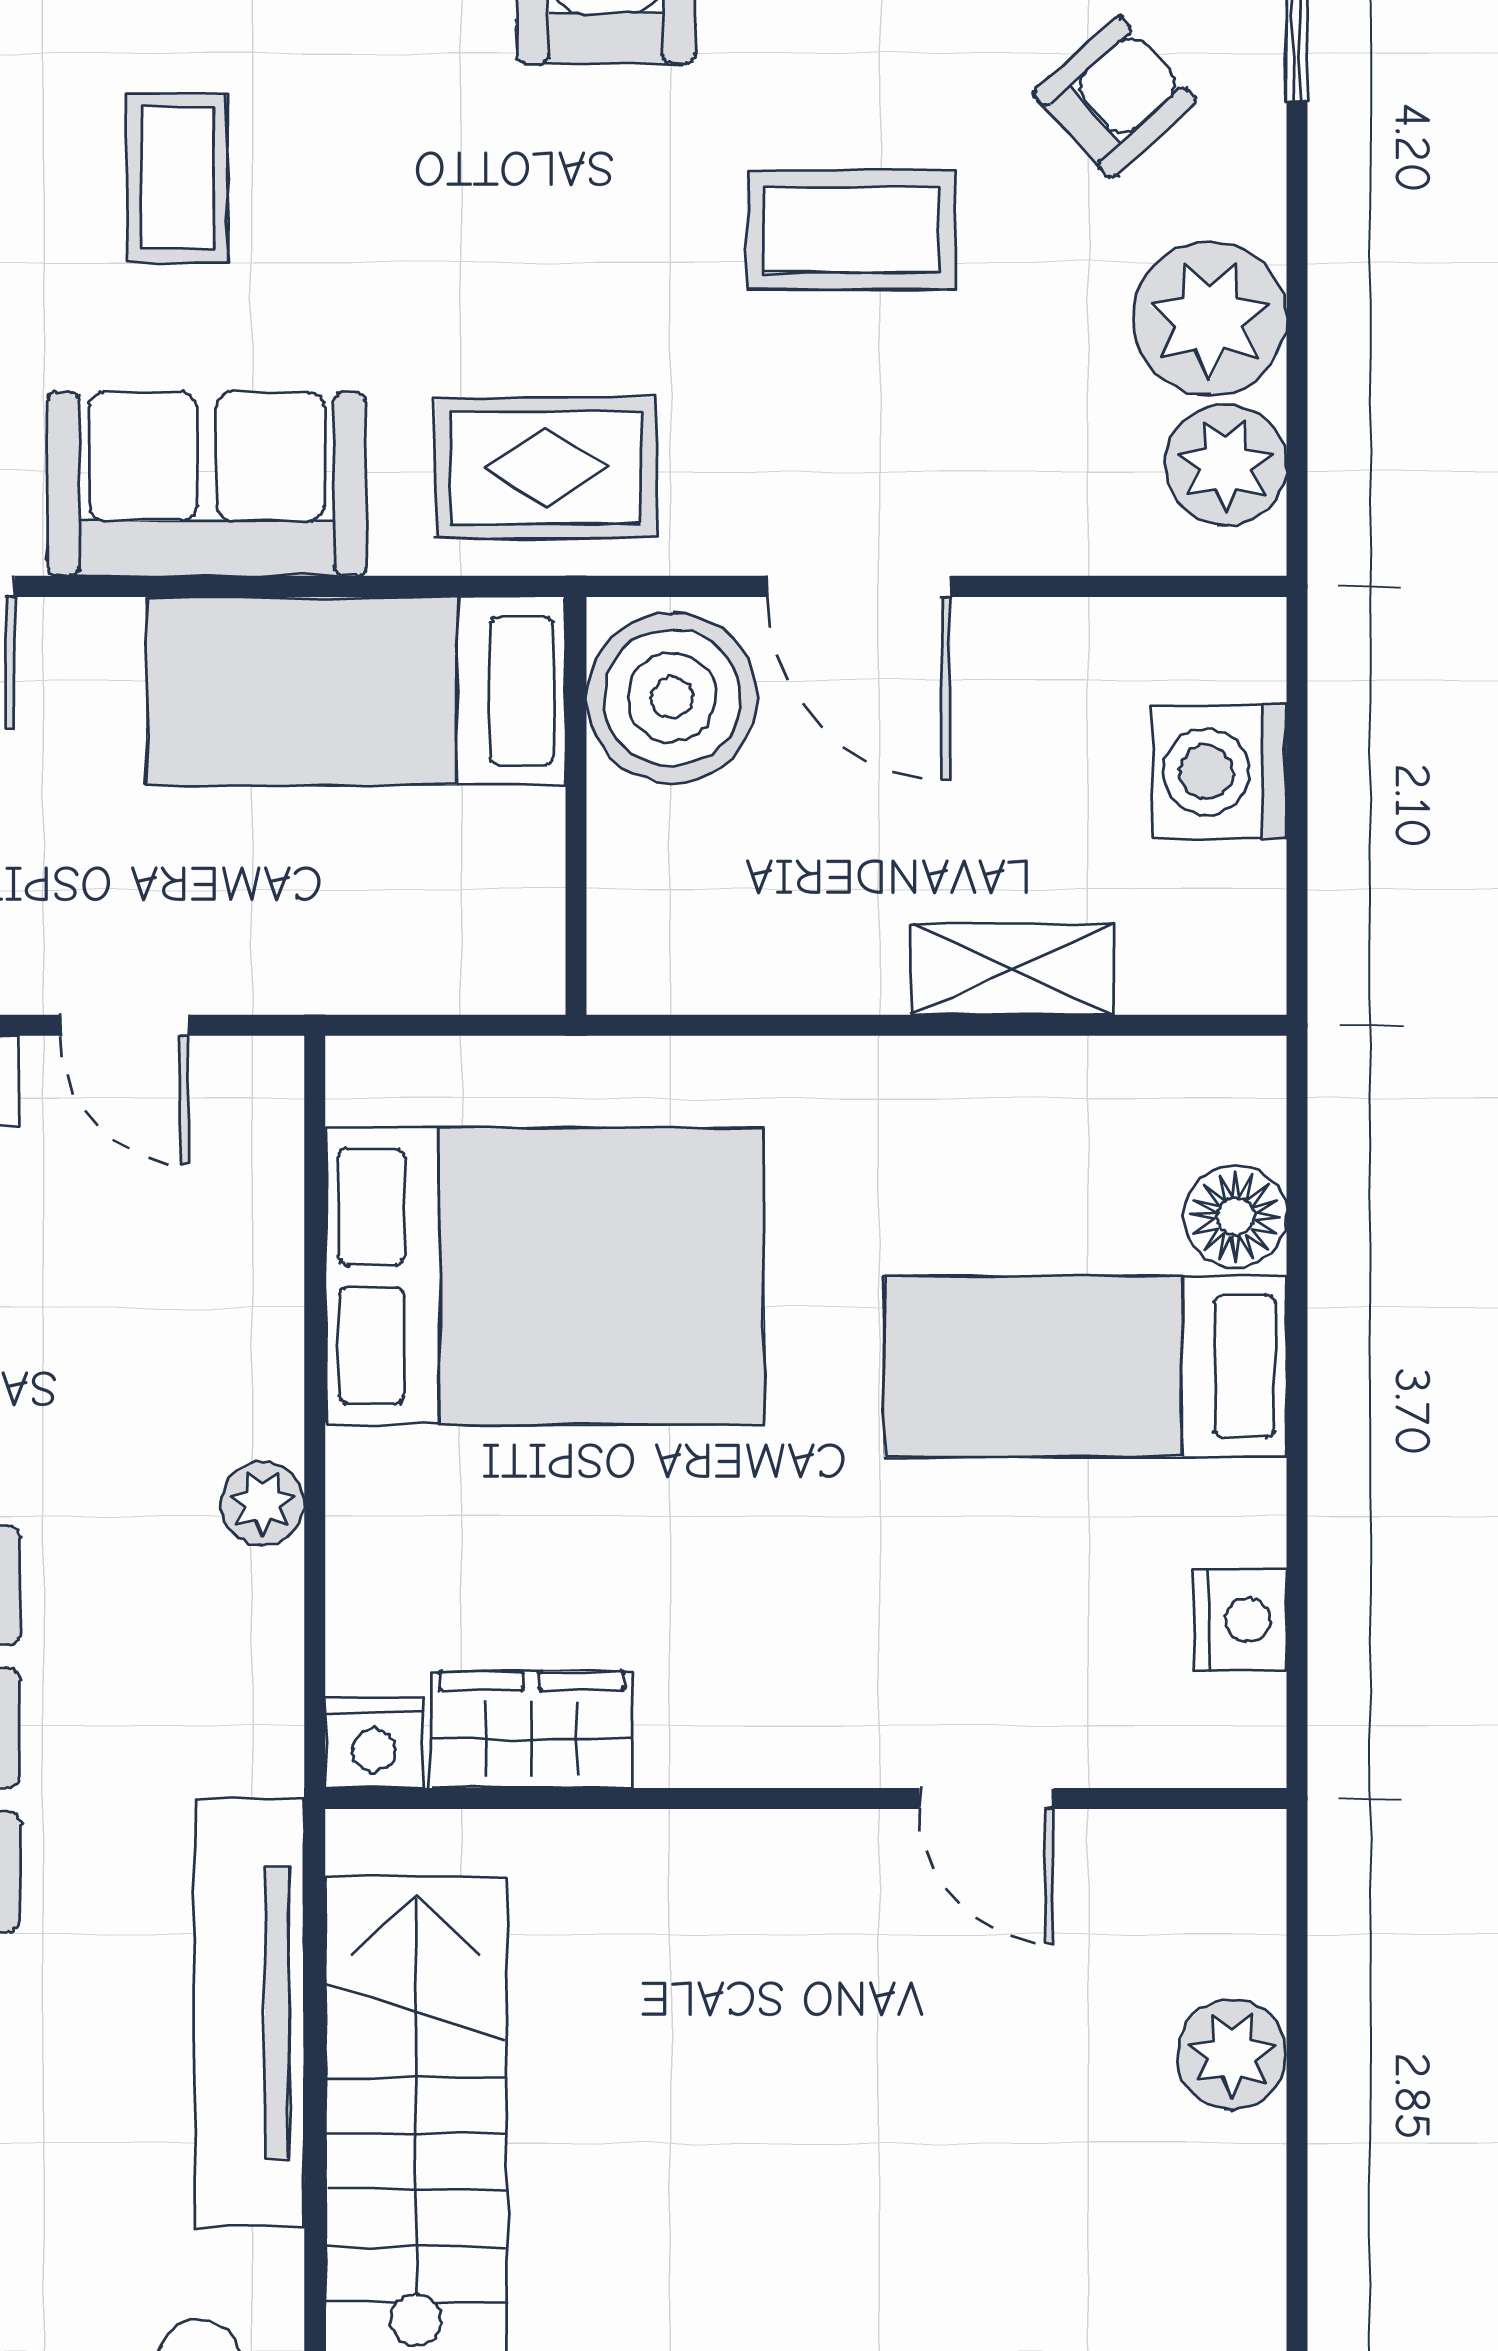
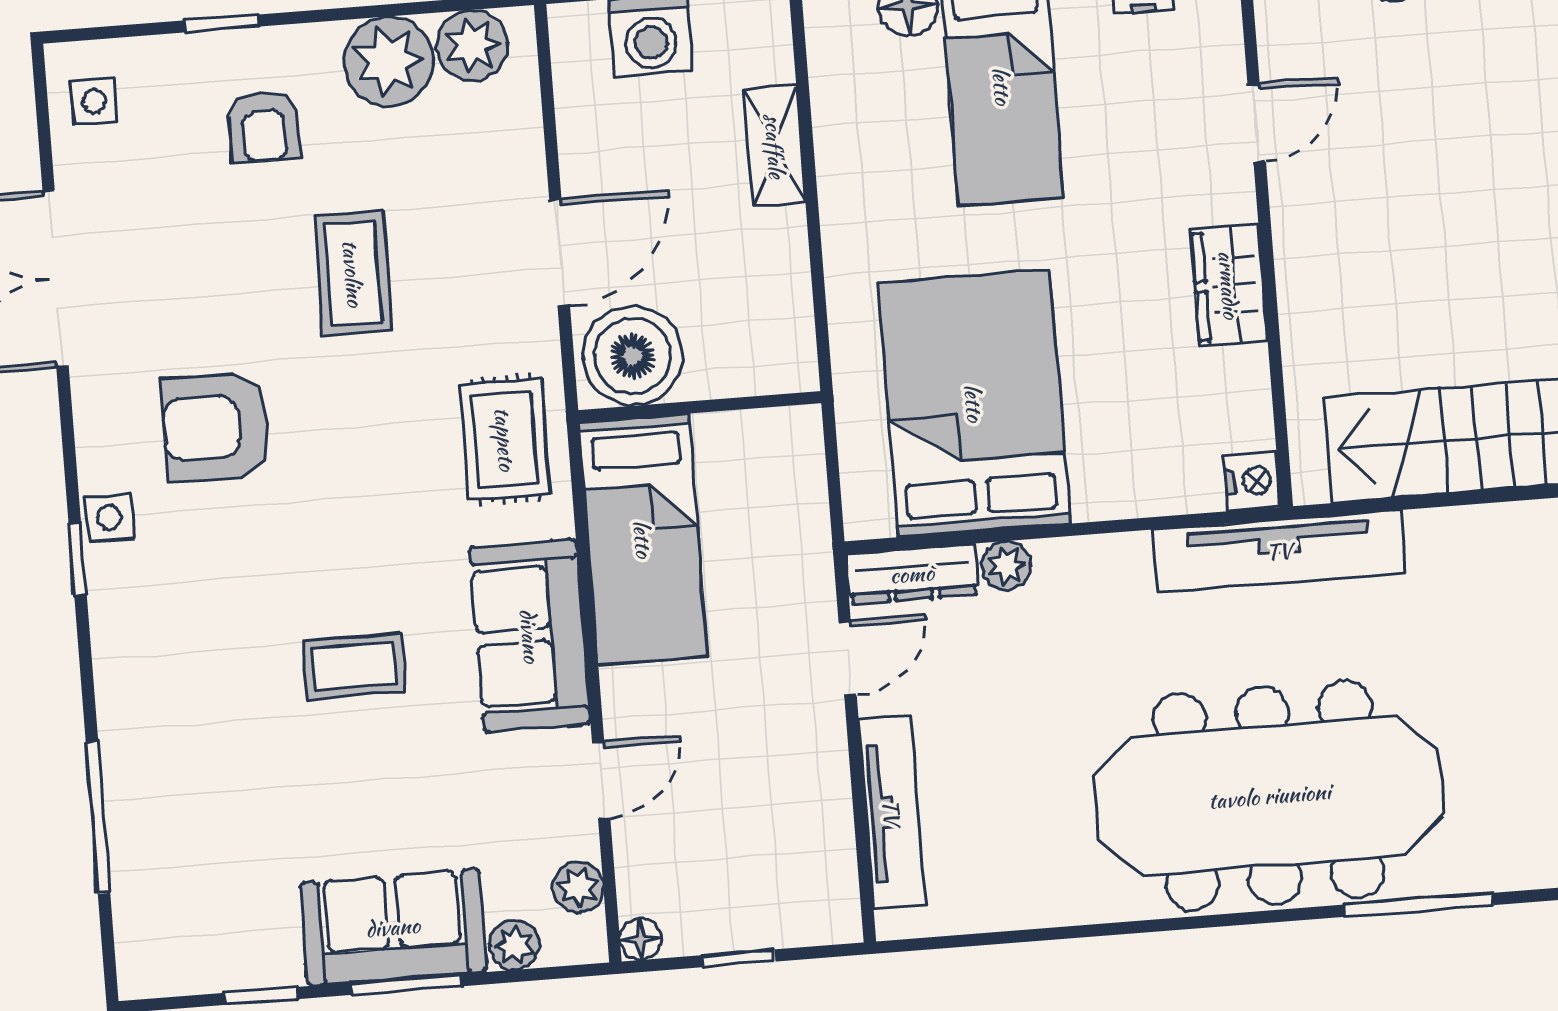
armchair: (1115, 97) -> (264, 127), turned -138
dresser: (261, 1148) -> (912, 574), added
plant: (262, 1503) -> (1006, 565), moved
wardrobe: (532, 1730) -> (1229, 285), moved
tv unit: (250, 2012) -> (1279, 551), moved

